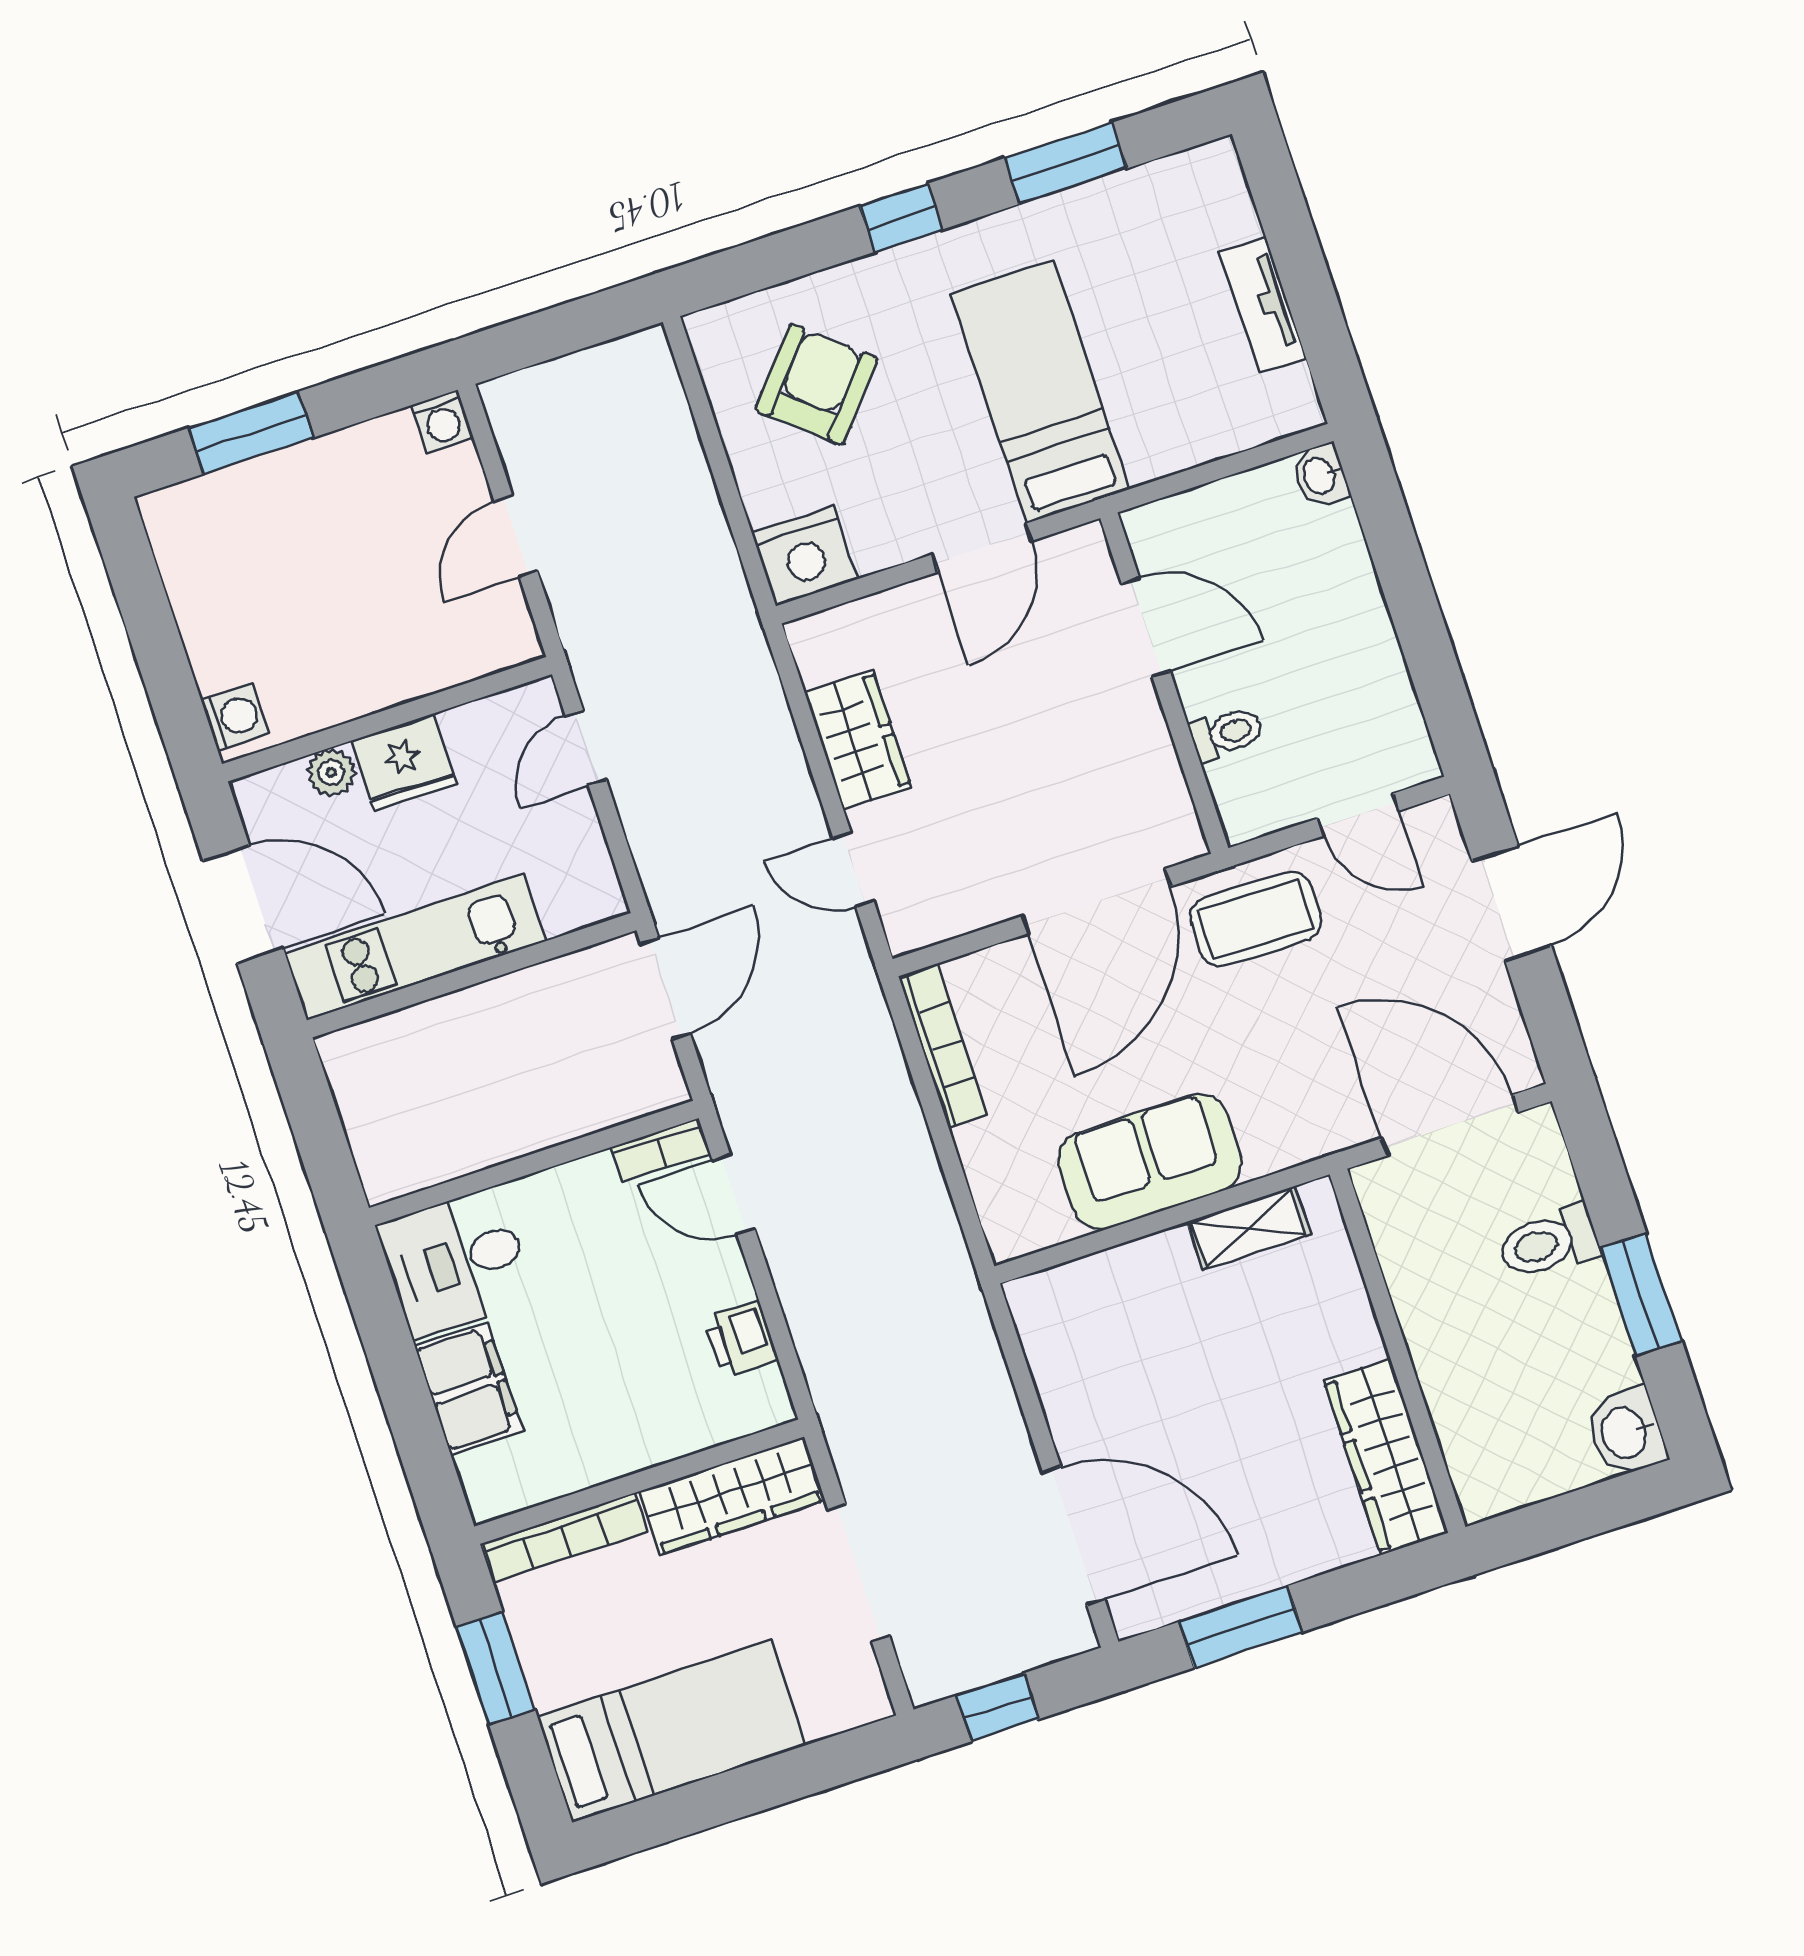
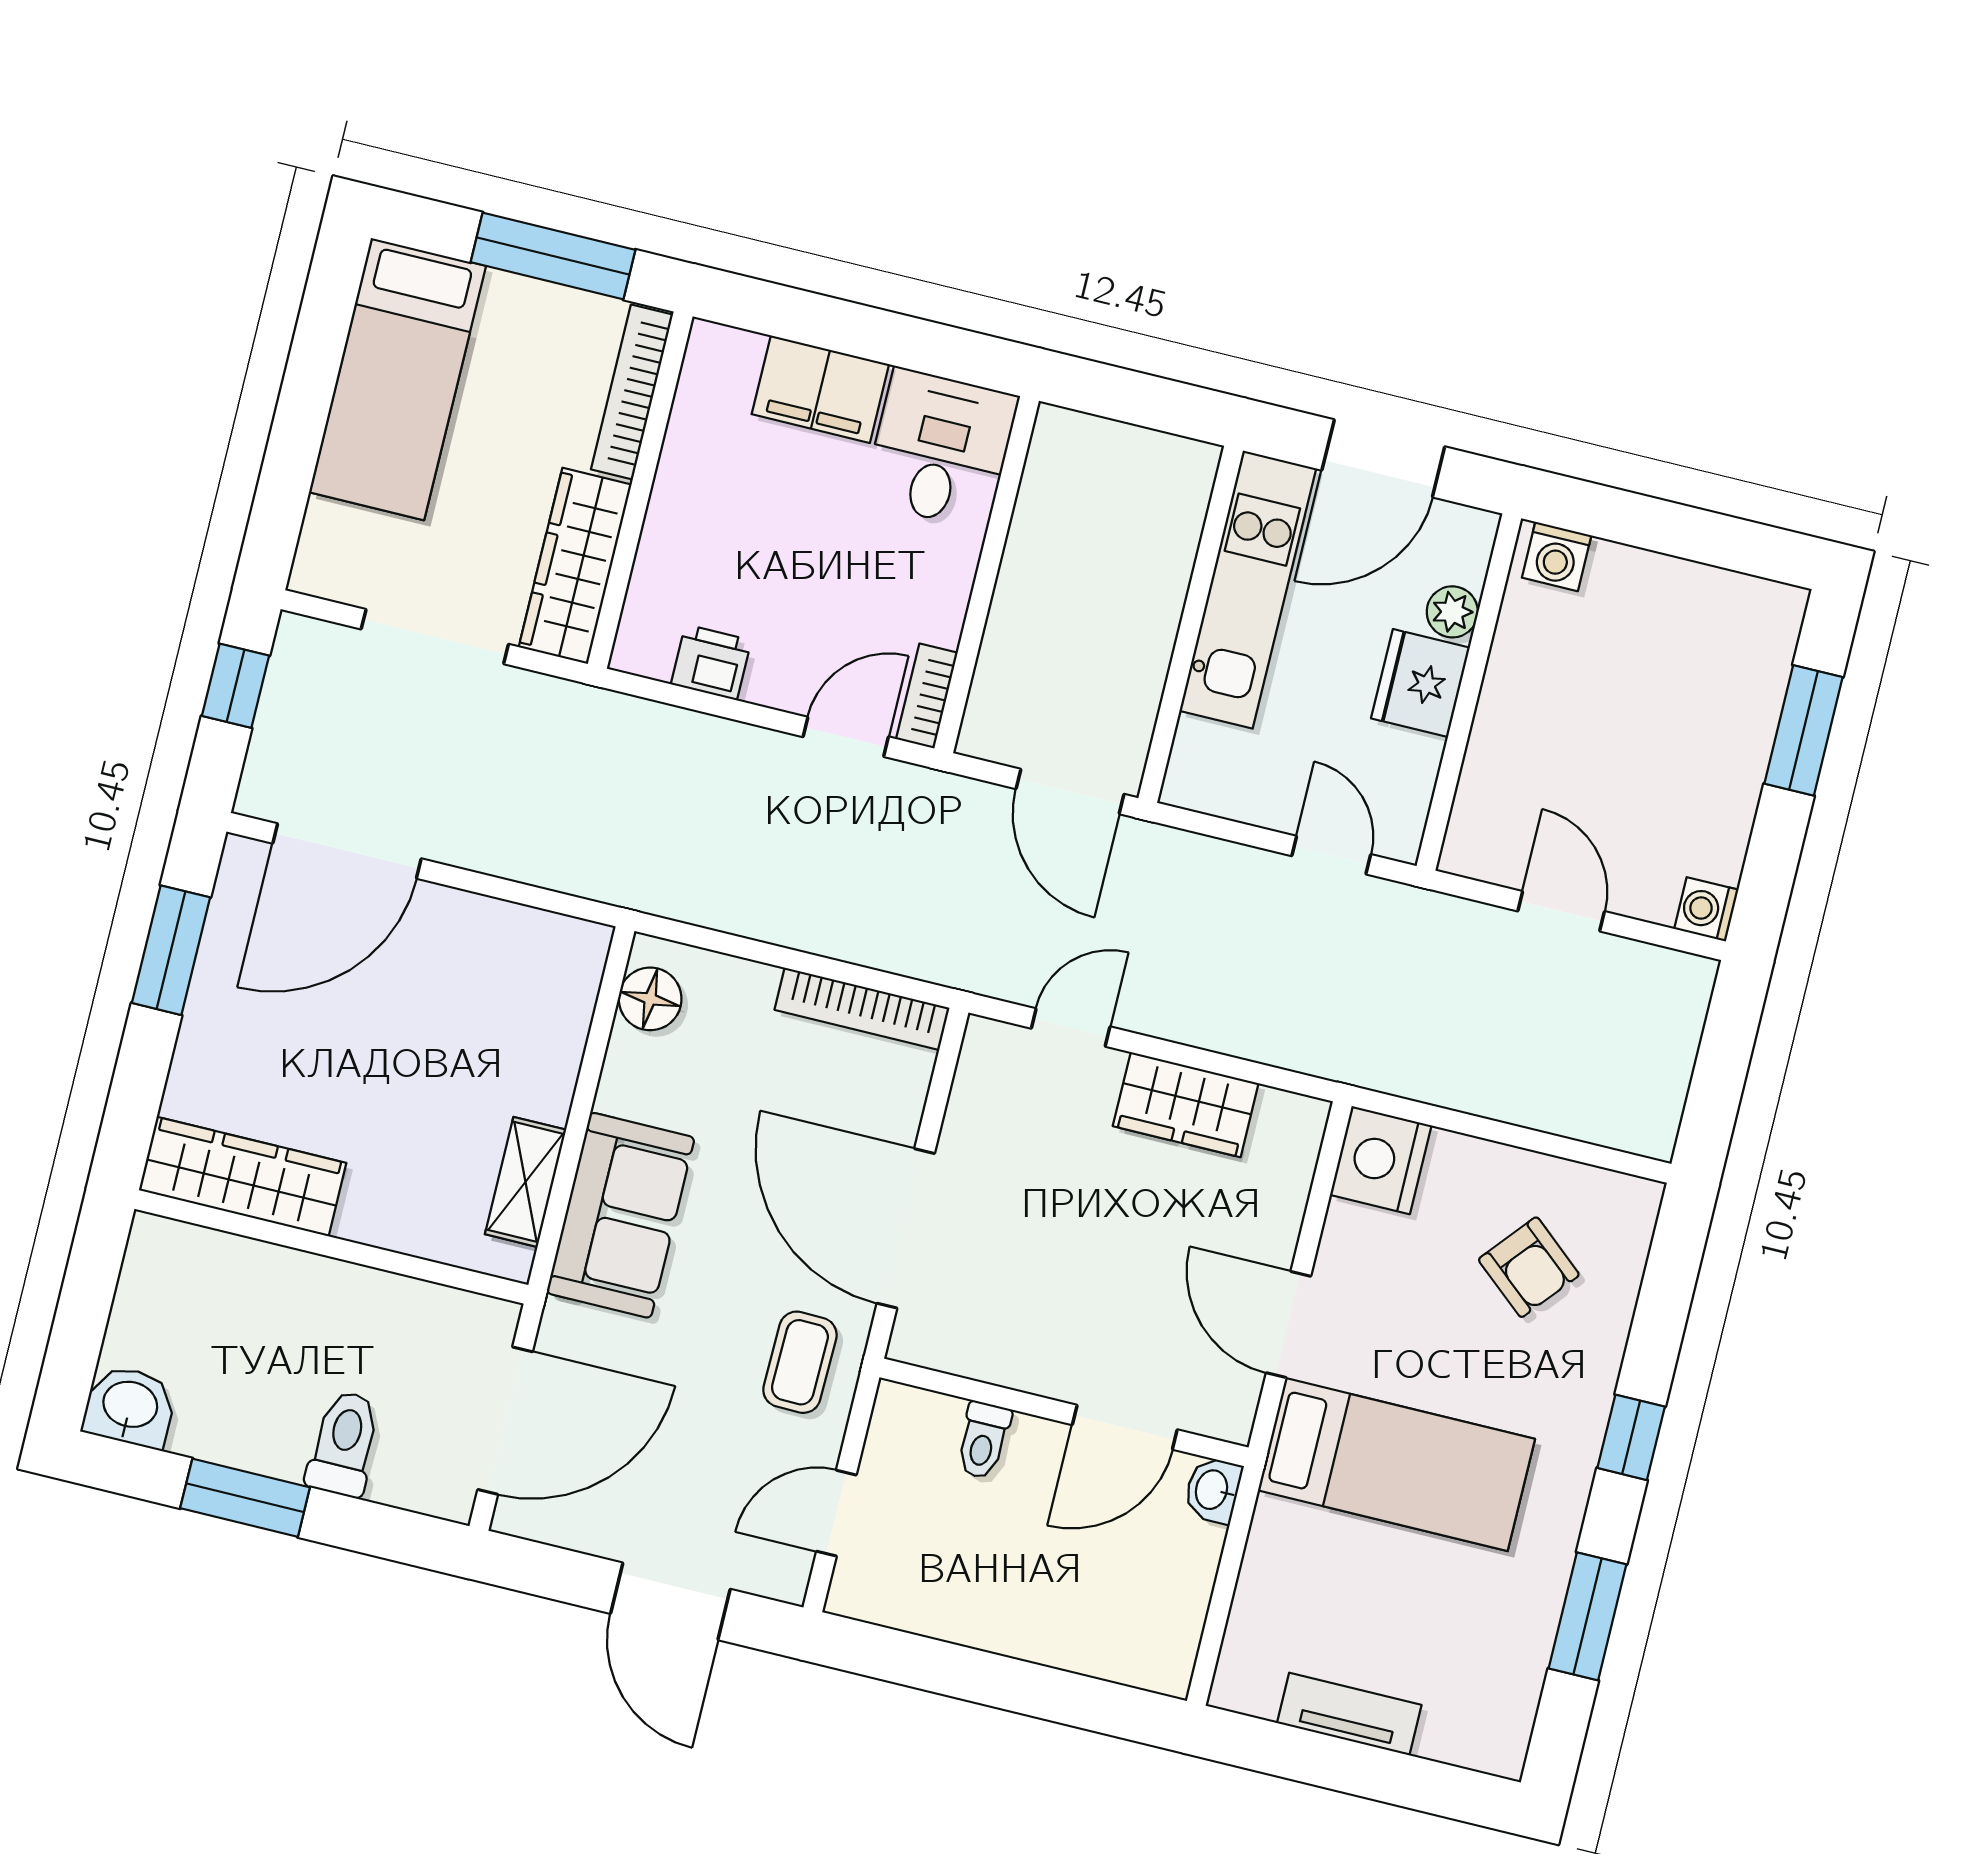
armchair: (816, 384) -> (1529, 1267), width x0.72, depth x0.72
washbasin: (1320, 476) -> (1213, 1490), moved, turned -90
coffee table: (1256, 919) -> (800, 1362), width x0.73, depth x0.77
sofa: (1150, 1161) -> (621, 1215), moved
floor lamp: (1041, 1220) -> (650, 999), added
window: (496, 1668) -> (553, 256), width x1.44

